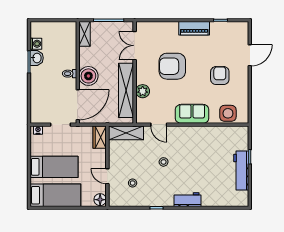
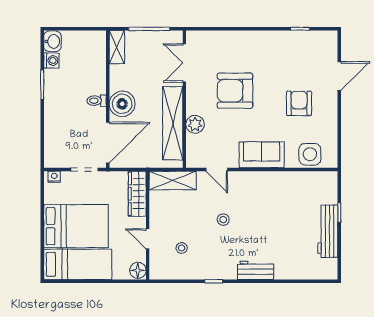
piano: (194, 28) -> (264, 40), removed
washbasin: (37, 58) -> (52, 41), moved
wardrobe: (100, 137) -> (137, 194), width x1.50
bed: (54, 167) -> (76, 226), width x1.50

